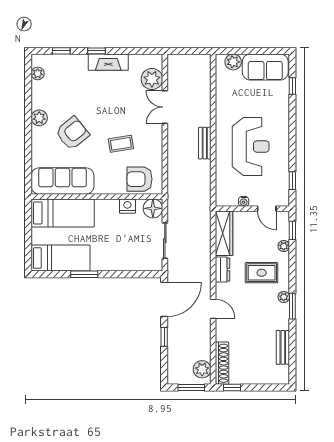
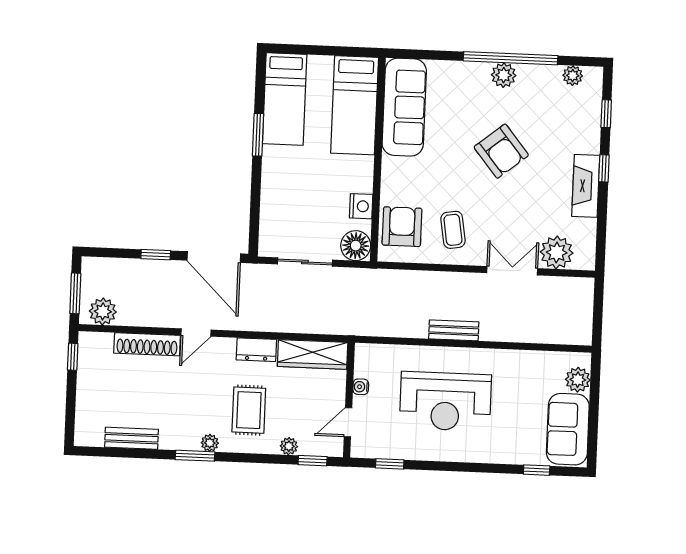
window: (28, 114) -> (511, 58), added
armchair: (72, 133) -> (501, 151), moved
coffee table: (121, 144) -> (453, 230), moved
shoe rack: (222, 363) -> (147, 344), moved

